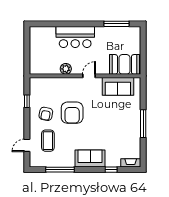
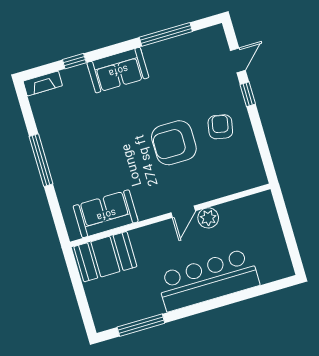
bar counter: (75, 37) -> (208, 280), width x1.36
door: (89, 76) -> (183, 212), moved
window: (27, 101) -> (248, 94), moved
armchair: (72, 113) -> (174, 143), turned -90
coffee table: (48, 141) -> (203, 80), removed

